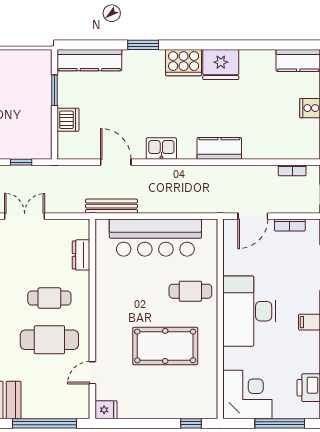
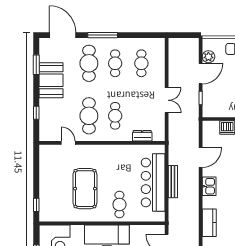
bench: (112, 206) -> (173, 182), moved
fridge: (106, 410) -> (45, 151), removed
window: (44, 423) -> (36, 113), width x0.32

